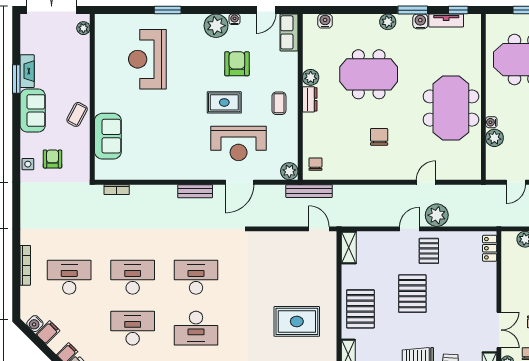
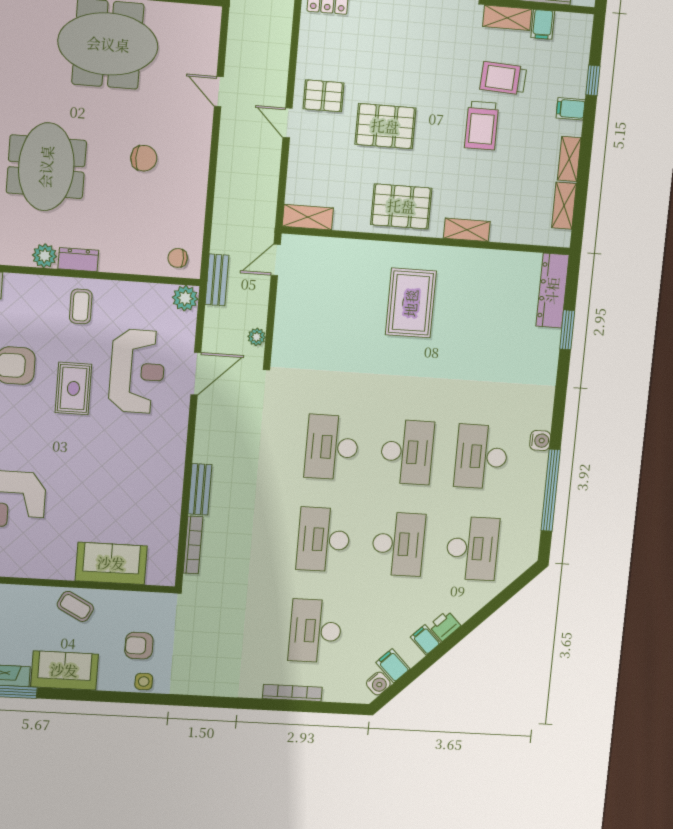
coffee table: (279, 103) -> (81, 306), turned 90
chair: (379, 137) -> (144, 158), turned 180
door: (240, 182) -> (196, 374), hinge flipped
bookcase: (117, 190) -> (193, 545), width x1.56
bench: (195, 191) -> (200, 489), moved
bench: (309, 191) -> (217, 280), width x0.73
plant: (437, 215) -> (257, 337), moved, width x0.53, depth x0.53
desk: (133, 328) -> (398, 544), turned 180

